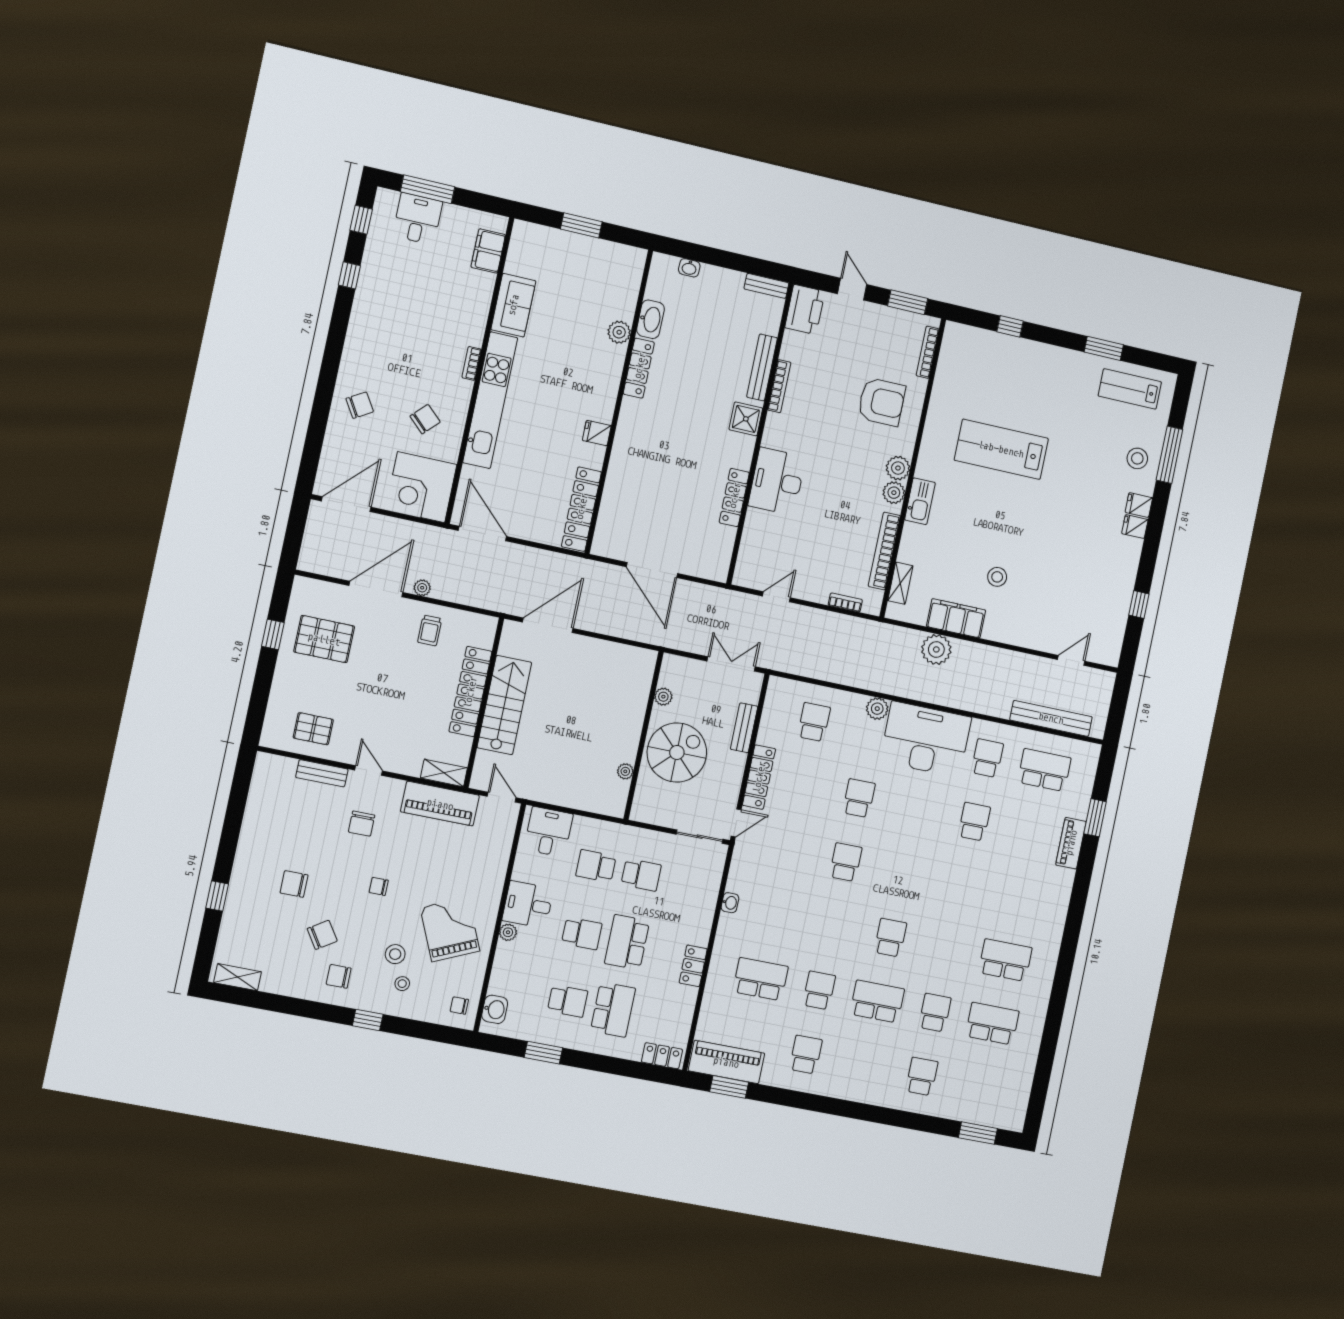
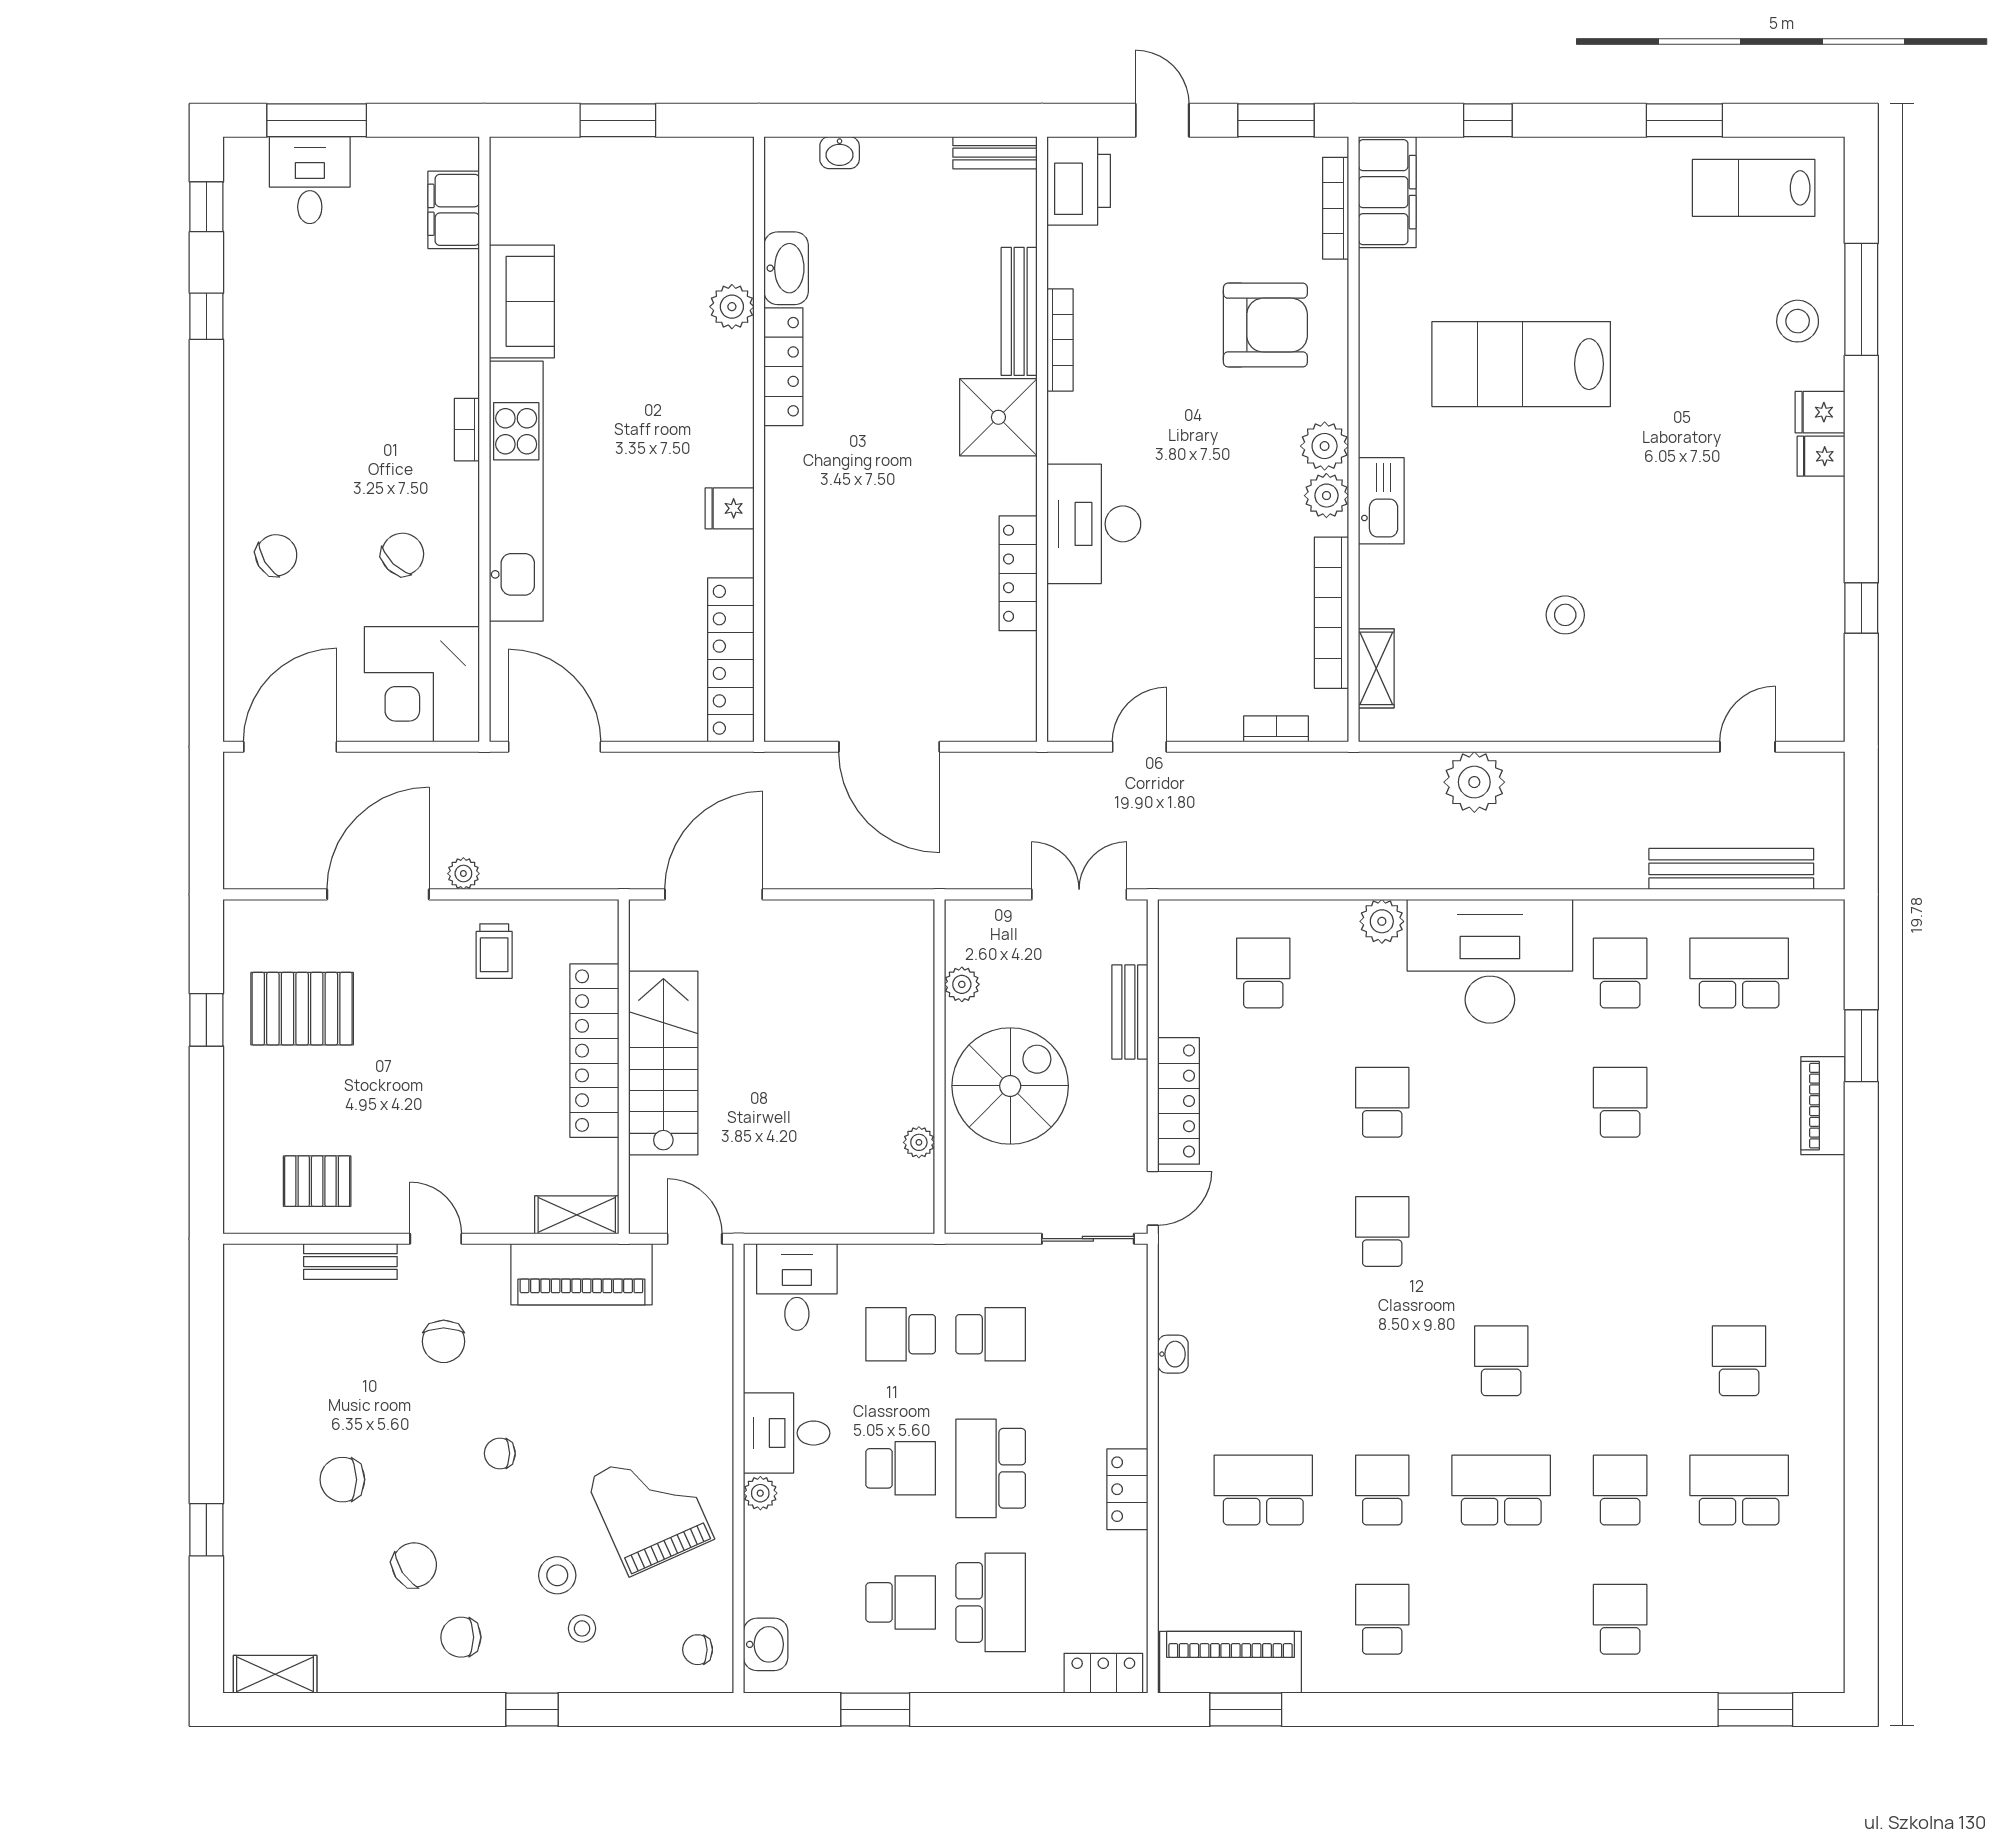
shower: (746, 419) -> (998, 417), width x1.36, depth x1.36
filing cabinet: (956, 618) -> (1387, 192), moved, turned 90
school desk: (1005, 960) -> (1739, 1361), width x0.54

